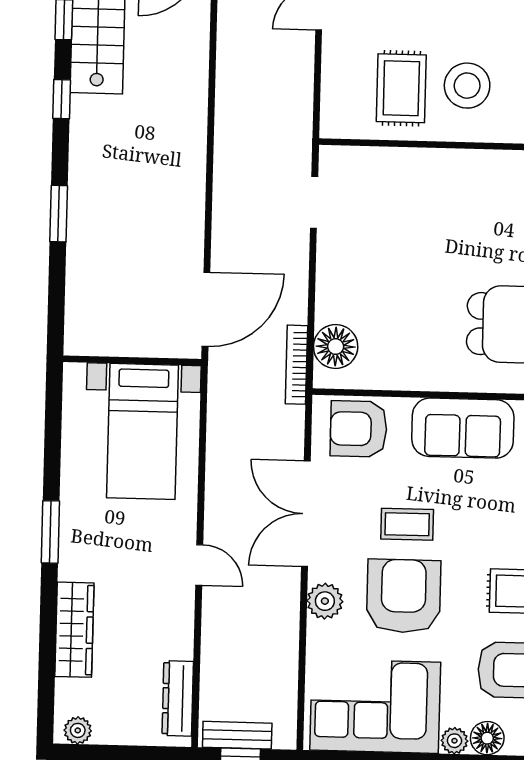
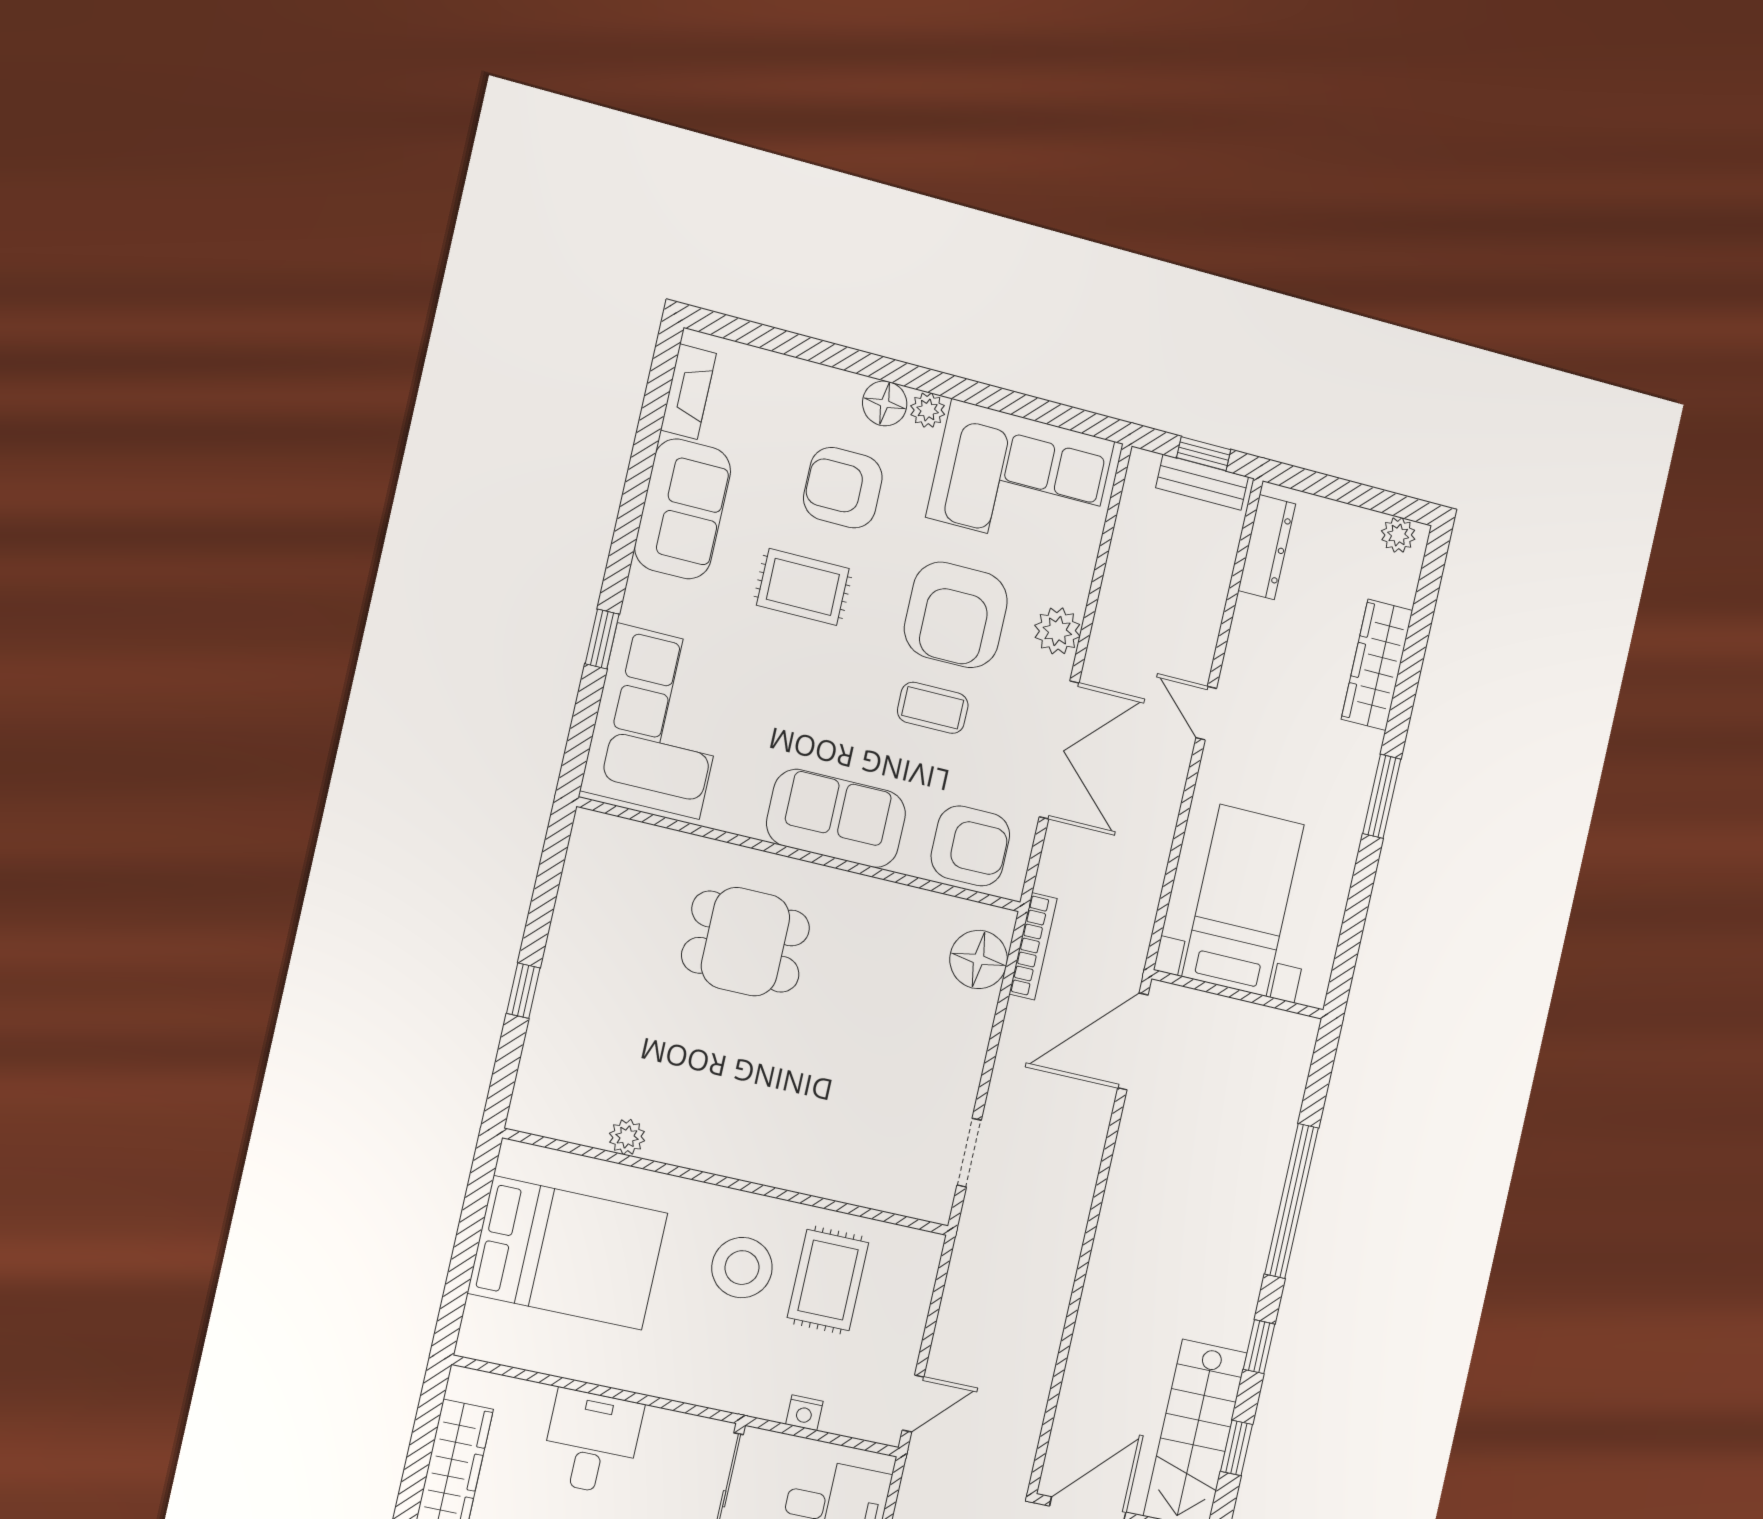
window: (59, 214) -> (1292, 1201), width x2.11

